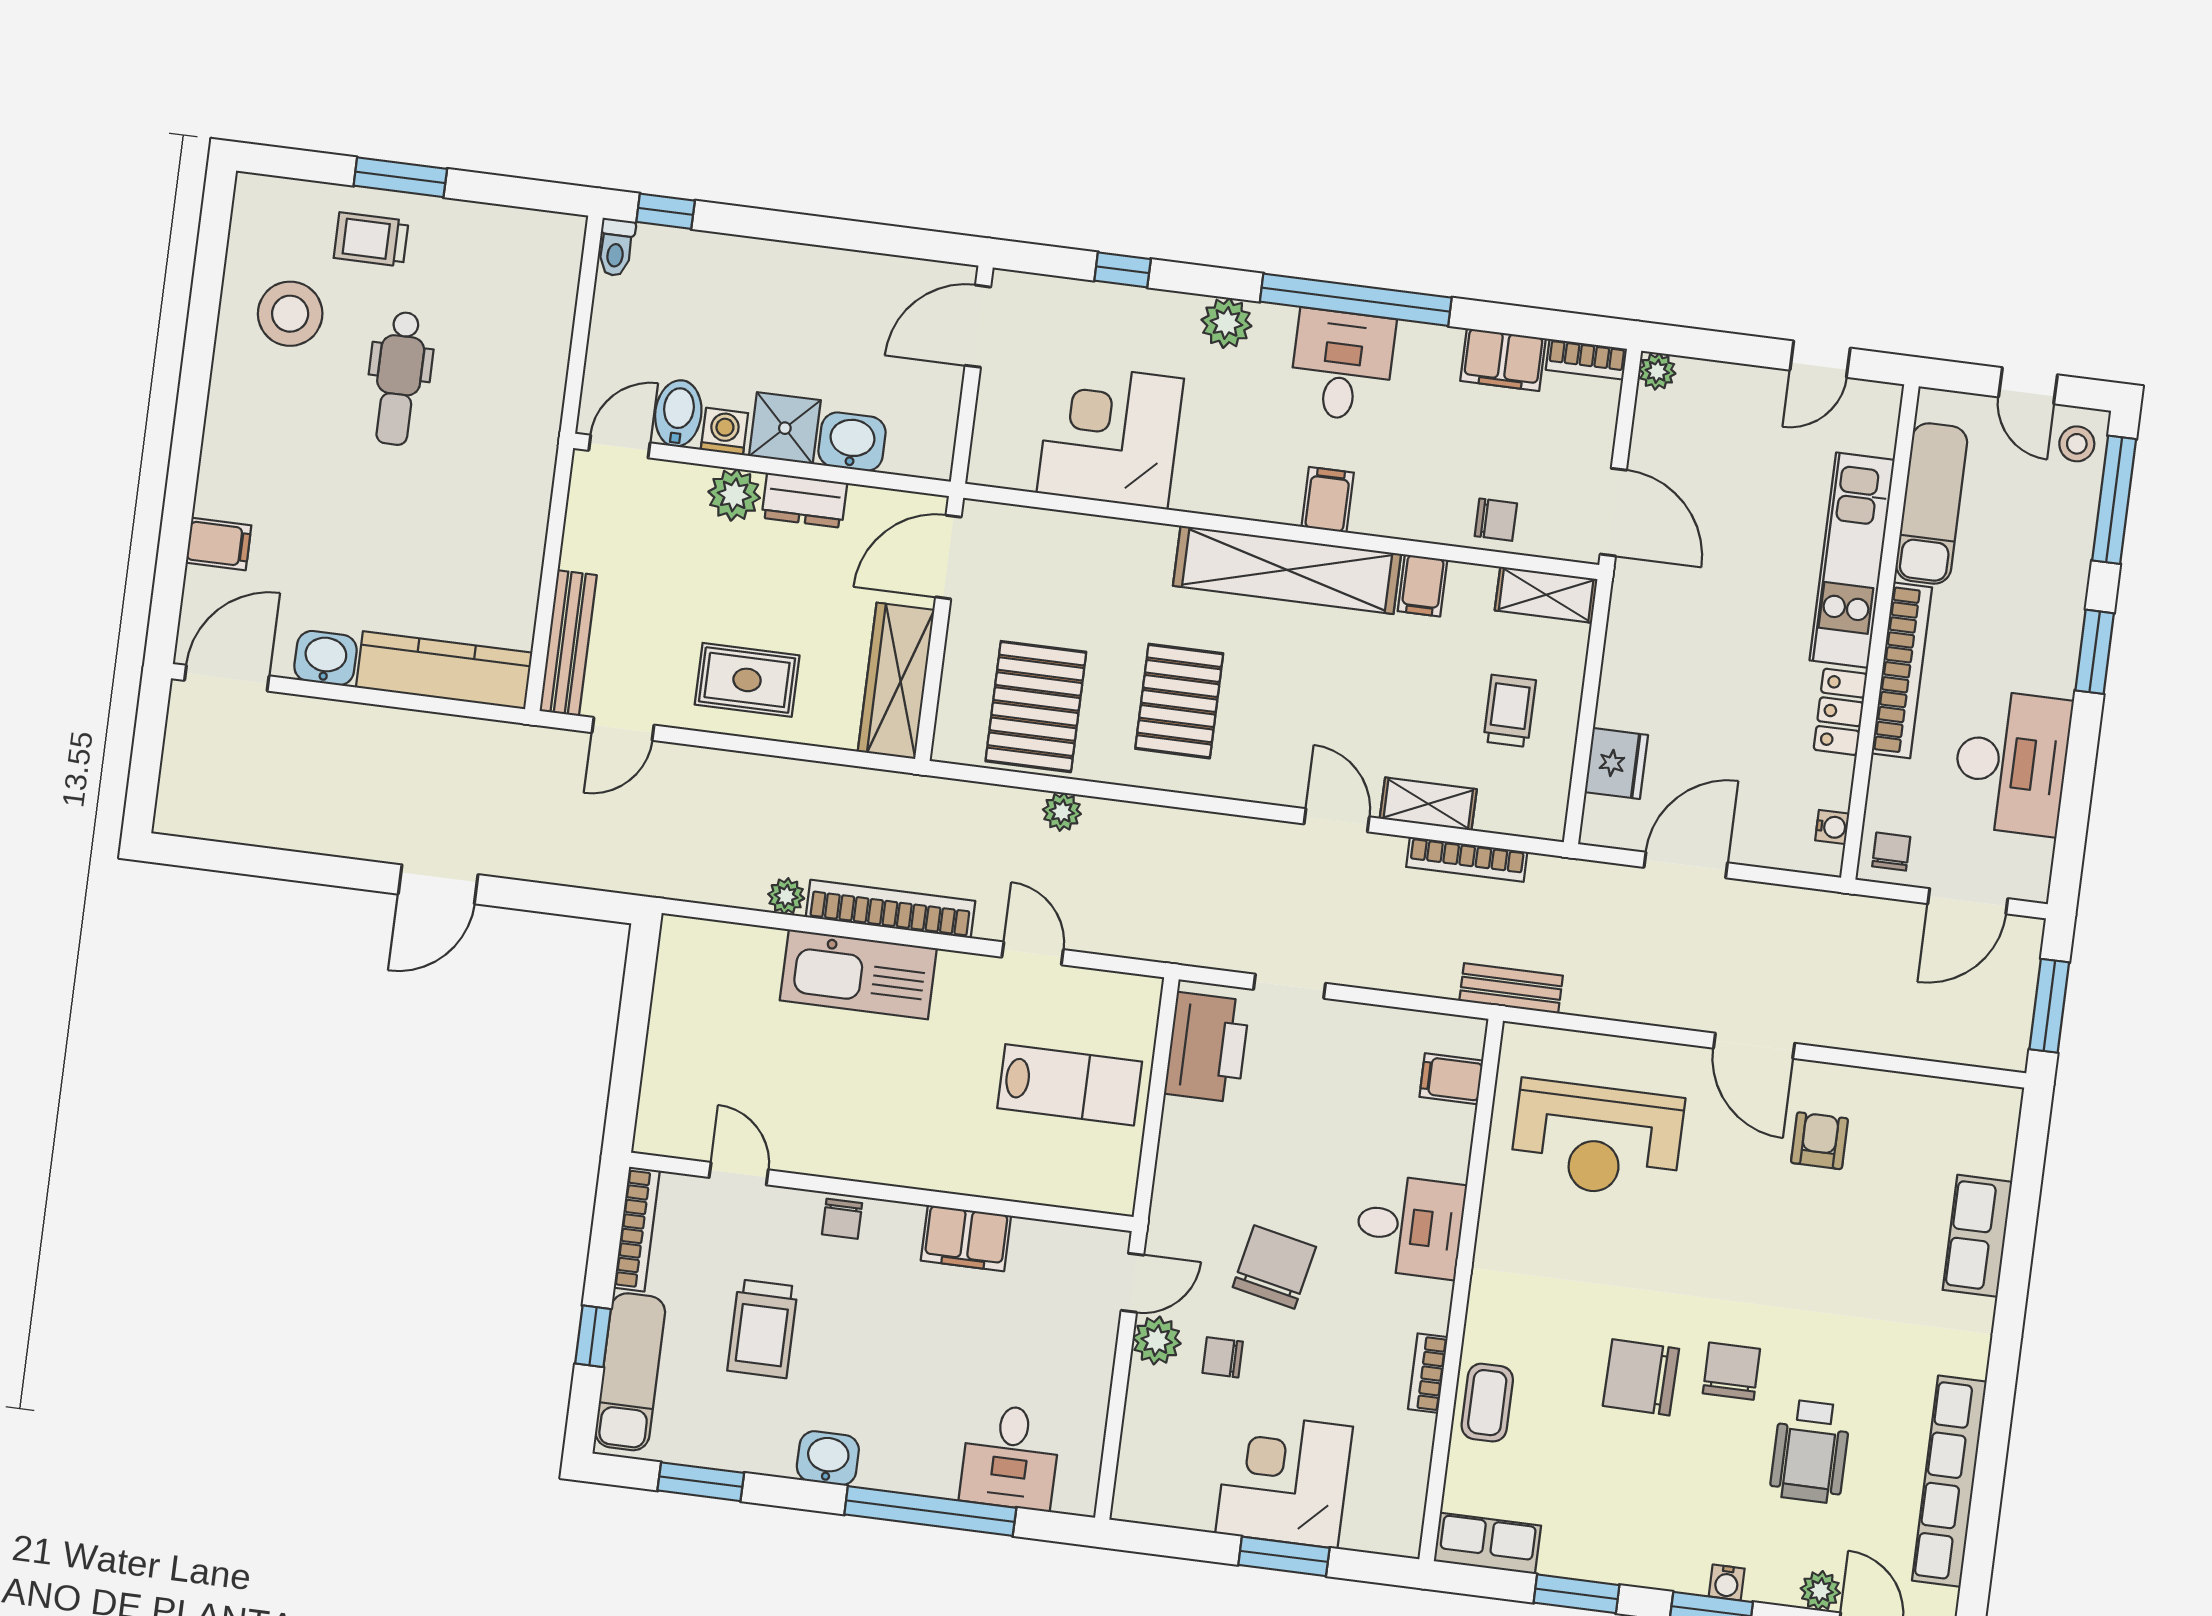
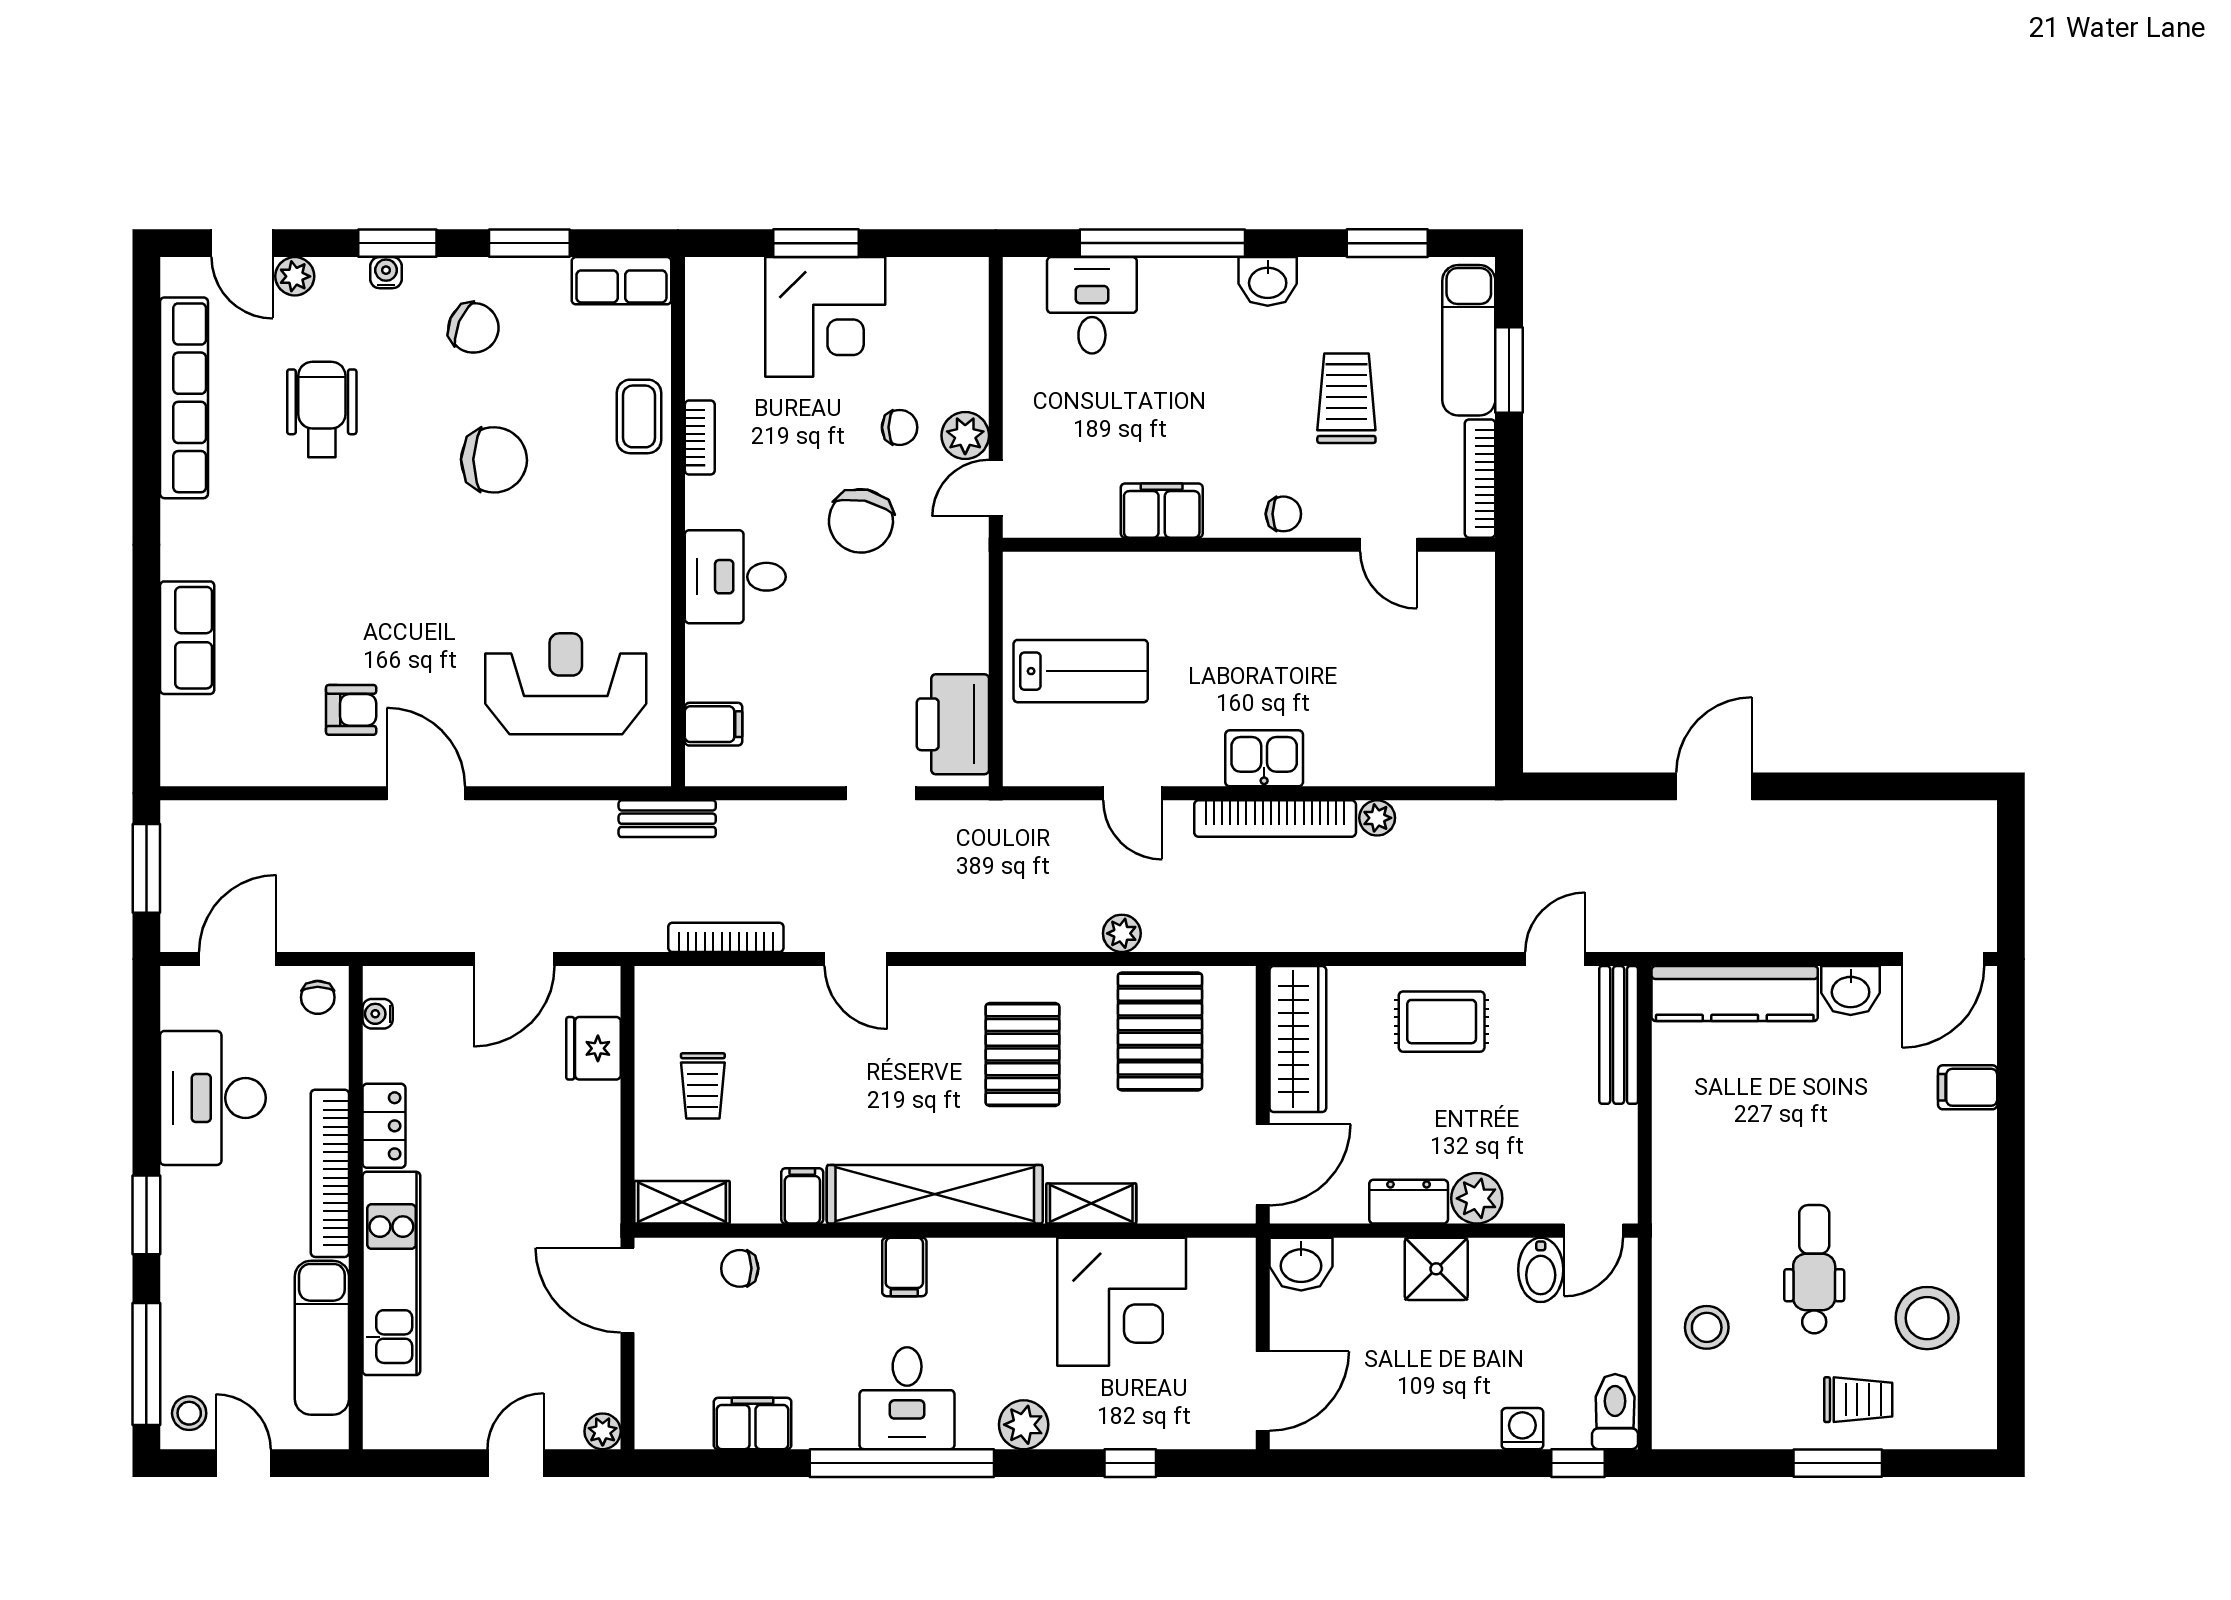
toilet: (616, 247) -> (1615, 1412), width x1.37, depth x1.39
stool: (516, 333) -> (1707, 1327), added
bookcase: (1586, 359) -> (672, 1434), removed
door: (1820, 359) -> (516, 1463), moved
washing machine: (724, 431) -> (1522, 1429), moved, turned 180
washbasin: (852, 442) -> (1301, 1264), moved
shelving: (1428, 804) -> (1091, 1204), moved
kitchen sink: (858, 974) -> (1264, 758), width x0.53, depth x0.81
lab bench: (1070, 1085) -> (1081, 671), turned 180
armchair: (1819, 1141) -> (351, 710), turned -90
chair: (842, 1219) -> (1283, 514), turned 90
window: (593, 1336) -> (1509, 370), width x1.50
chair: (1731, 1371) -> (474, 328), moved, turned -67

